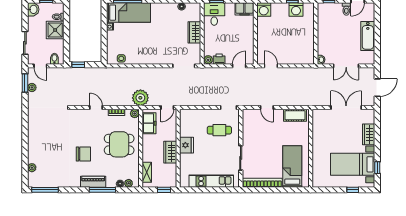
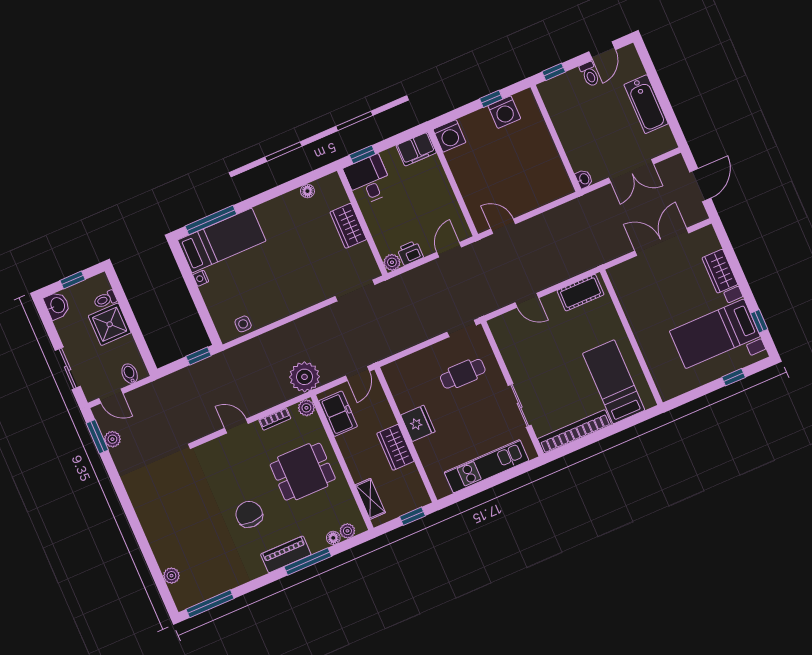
window: (78, 65) -> (199, 356), moved
chair: (83, 154) -> (249, 514), turned -90

